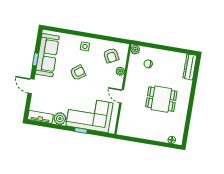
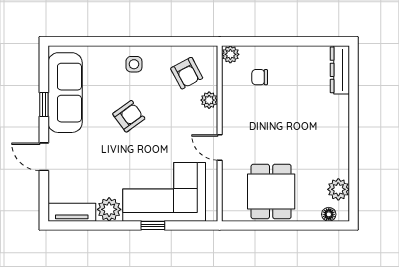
dining table: (161, 99) -> (271, 192), moved, turned 90
plant: (179, 128) -> (338, 189), added

